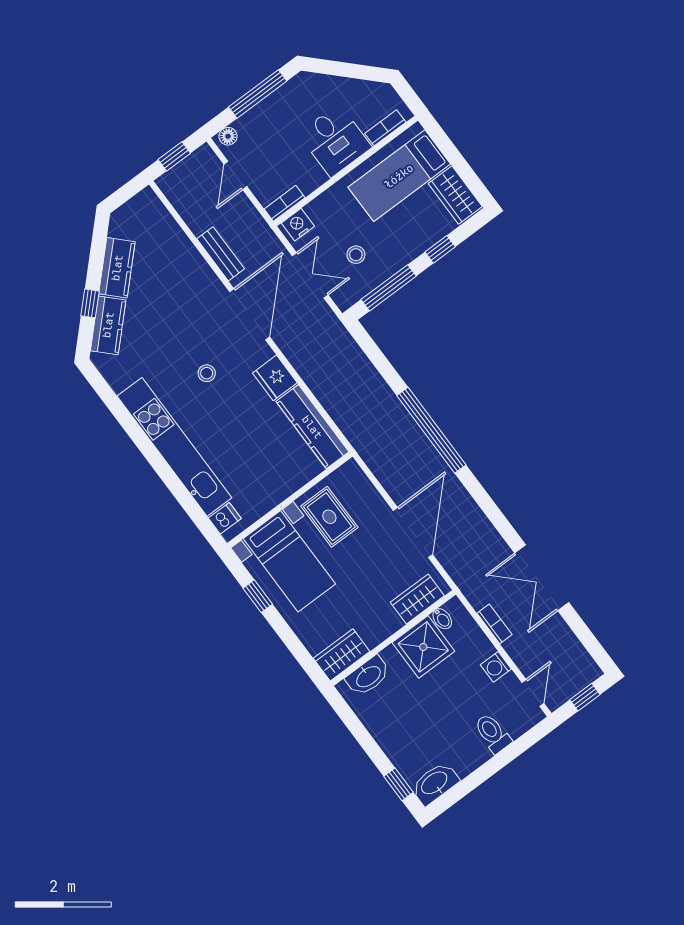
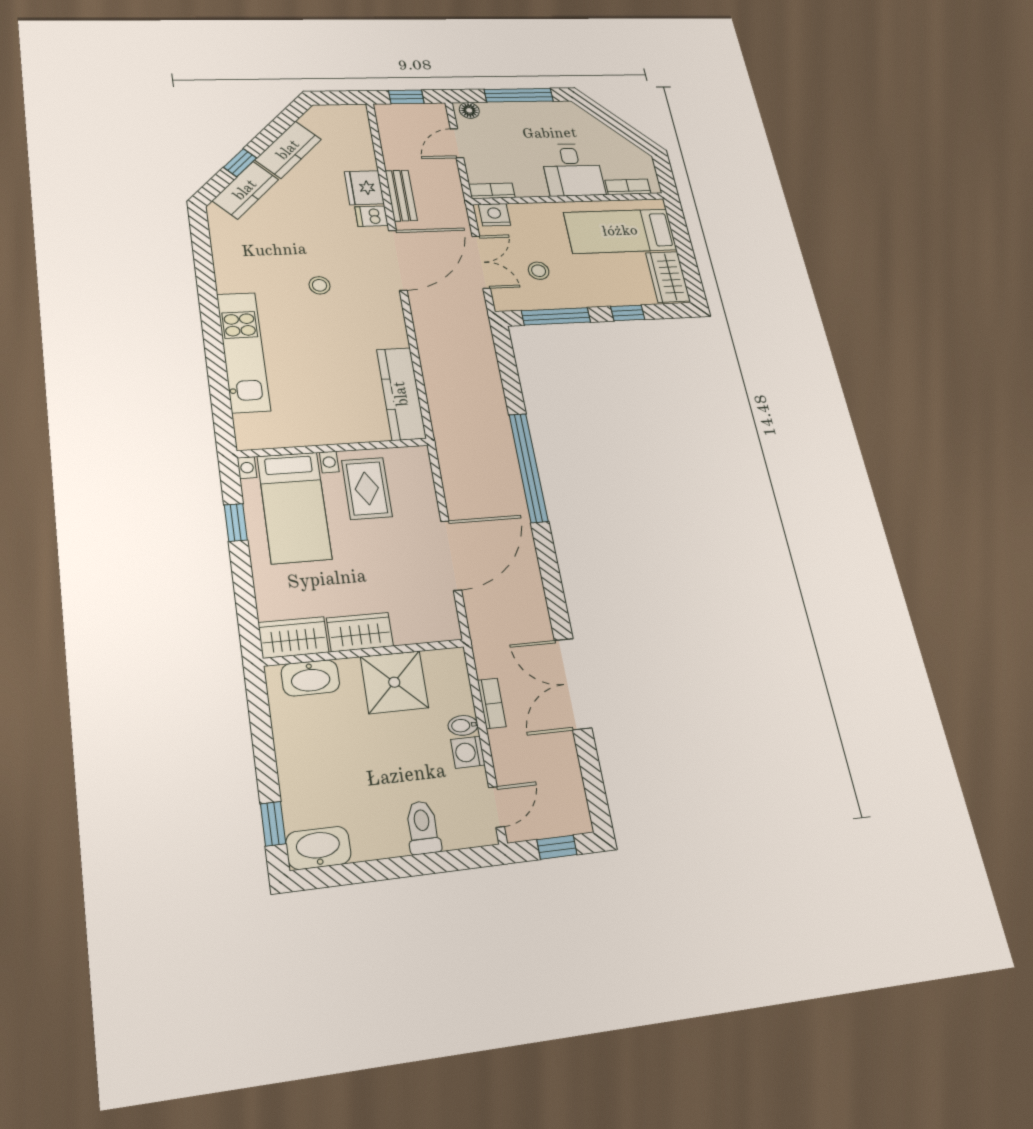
fridge: (275, 378) -> (364, 188), moved
kitchen unit: (174, 447) -> (243, 352), width x0.73
dishwasher: (225, 518) -> (372, 216), moved, turned 180
wardrobe: (417, 599) -> (360, 632), moved
bidet: (442, 619) -> (463, 725), moved, turned 90

